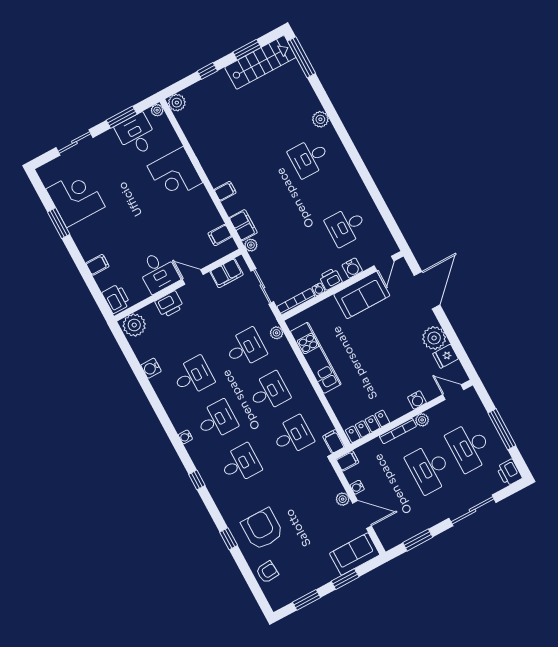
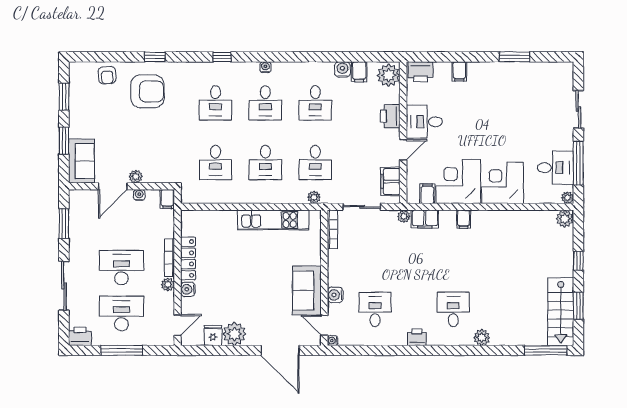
window: (122, 117) -> (578, 163), width x1.44
corner desk: (75, 198) -> (458, 182), moved, turned 180
printer: (331, 279) -> (417, 337), moved, turned -90
water cooler: (319, 289) -> (332, 341), moved
locker: (368, 426) -> (188, 258), moved
filing cabinet: (334, 442) -> (359, 72), moved, turned 90

